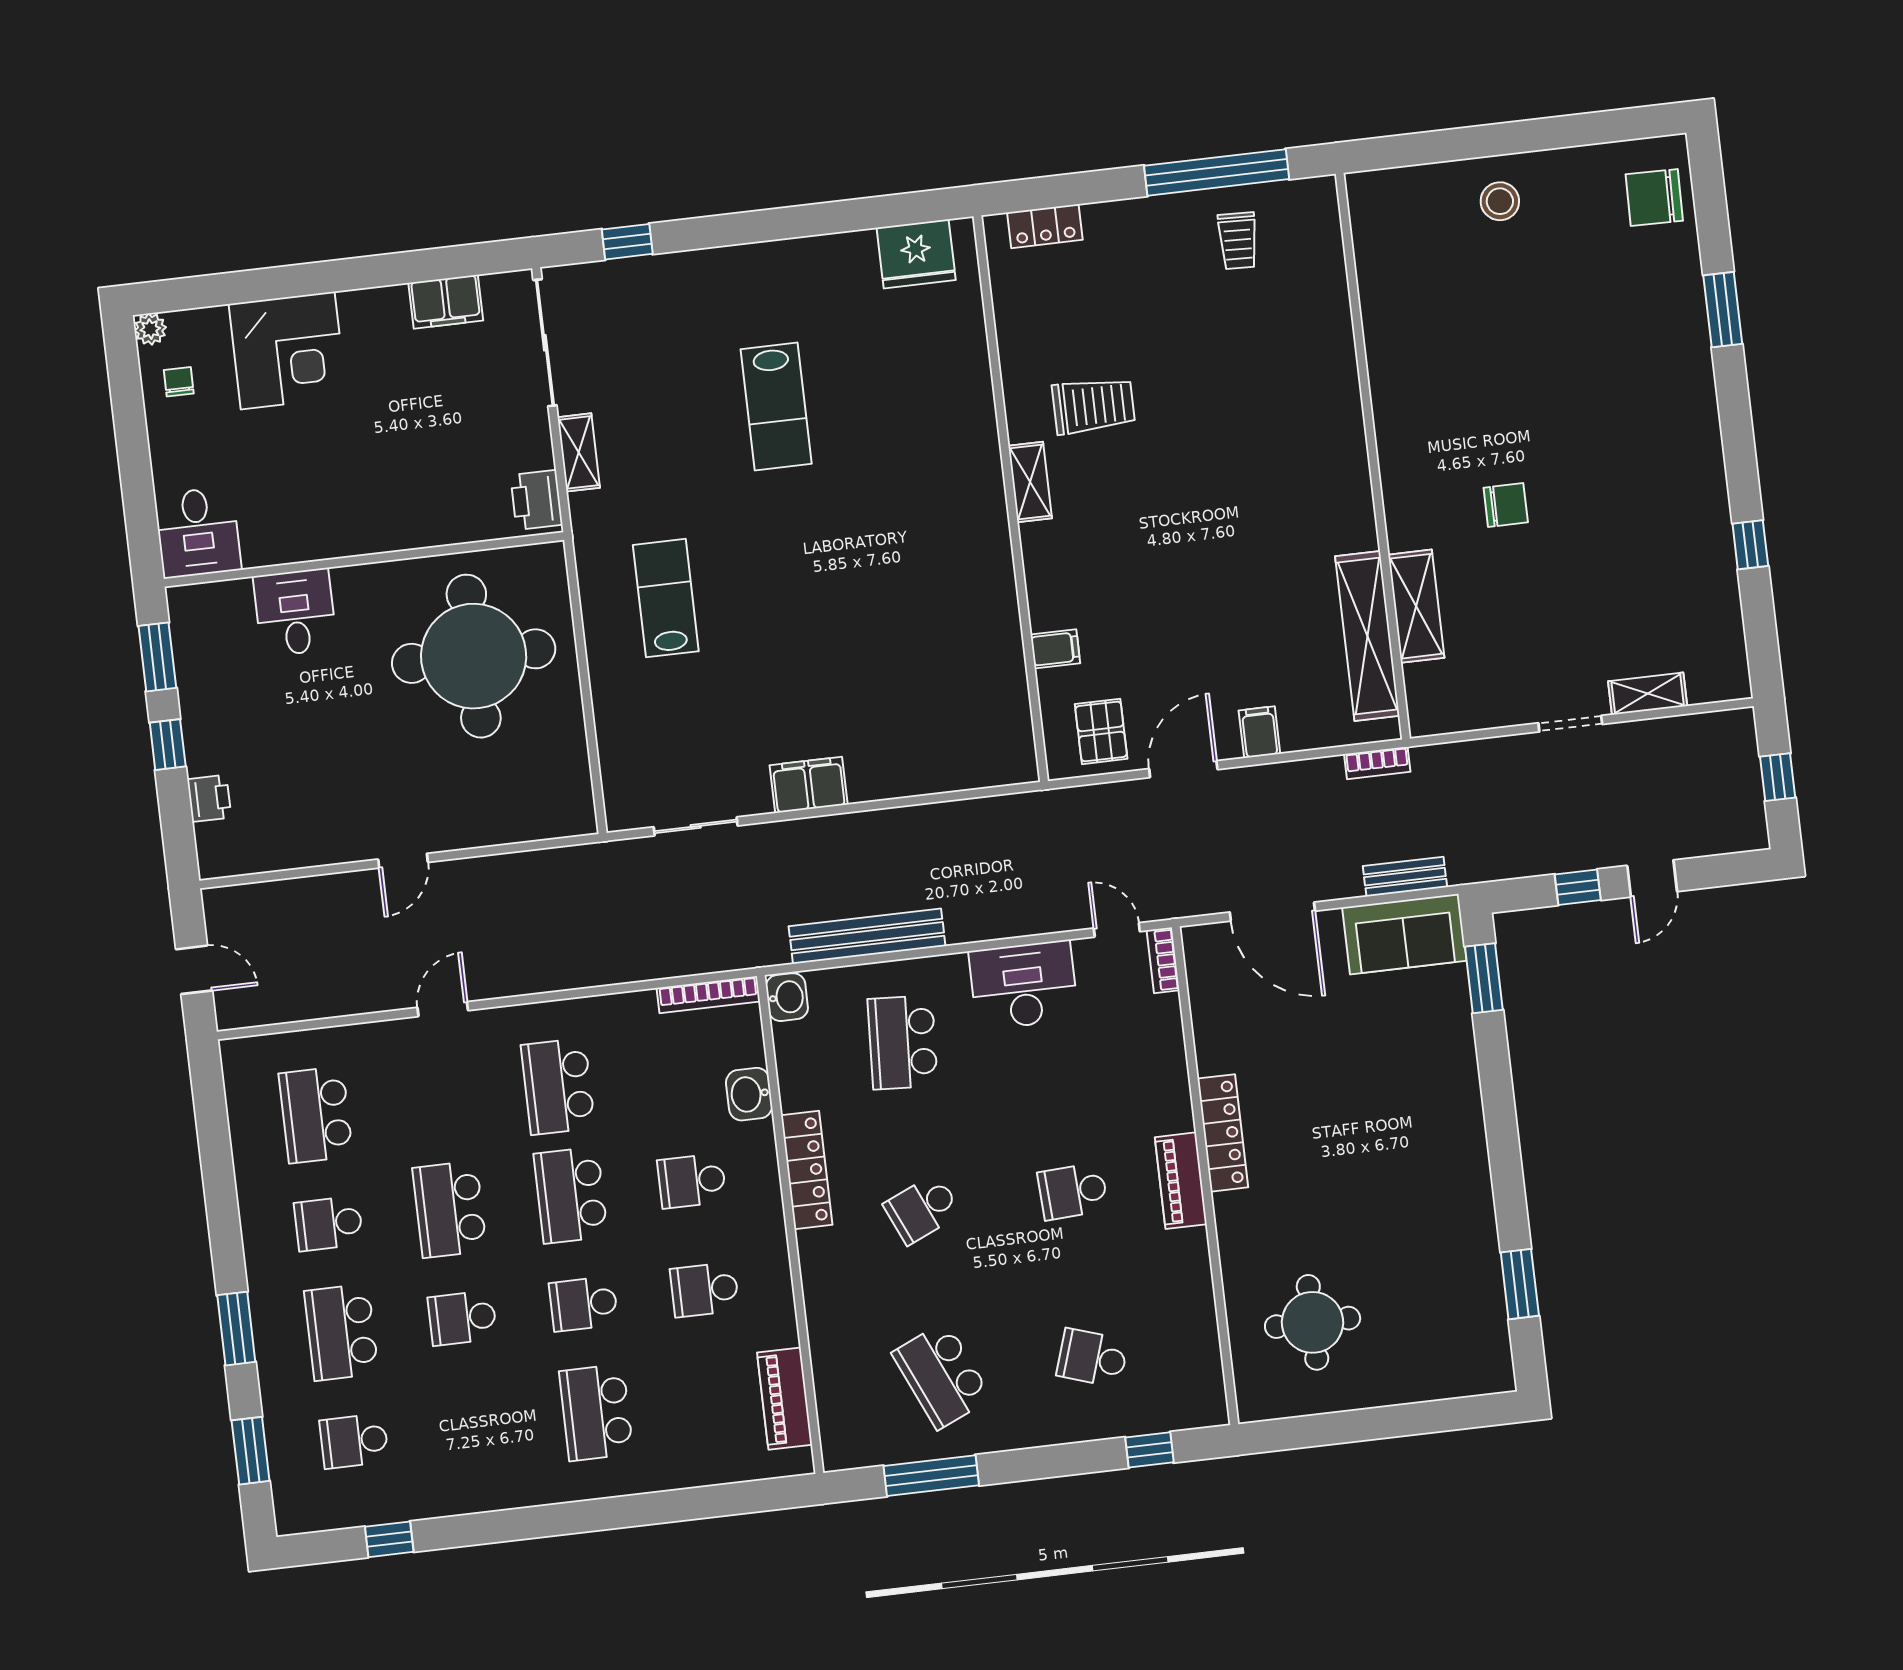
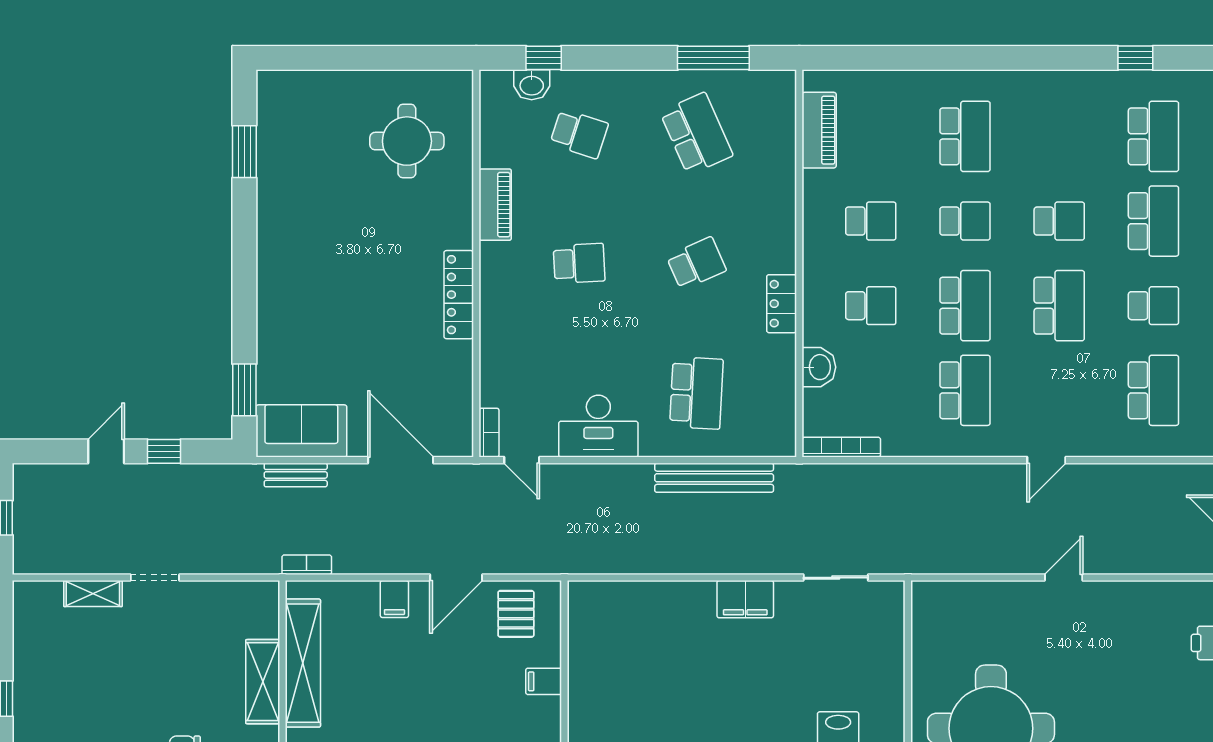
washbasin: (787, 997) -> (532, 85), moved, turned -90
locker: (807, 1170) -> (782, 304), width x0.66
piano: (1181, 1181) -> (495, 205), moved
school desk: (354, 1441) -> (1153, 136), width x1.85

